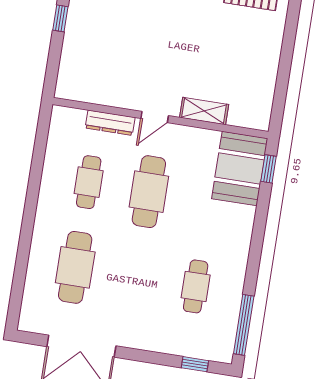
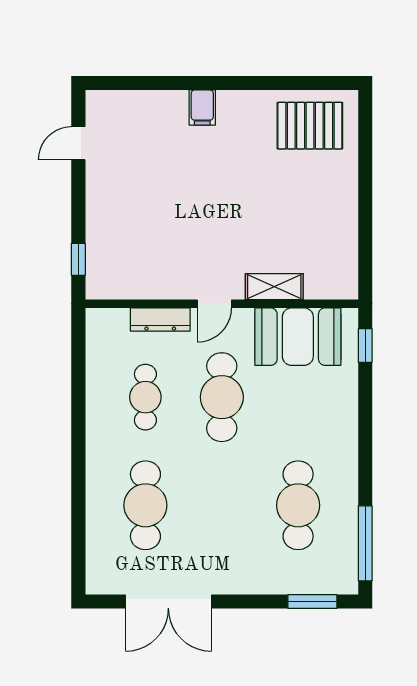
window: (60, 18) -> (78, 259), moved
booth: (240, 169) -> (298, 337), moved, turned 90
cafe table: (196, 286) -> (298, 505), width x1.37, depth x1.35
window: (195, 364) -> (312, 602), width x1.50

